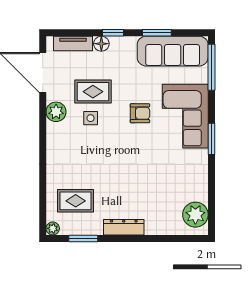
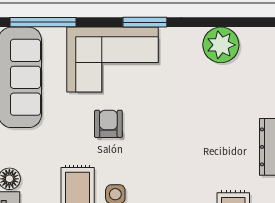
plant: (195, 215) -> (221, 45), moved

